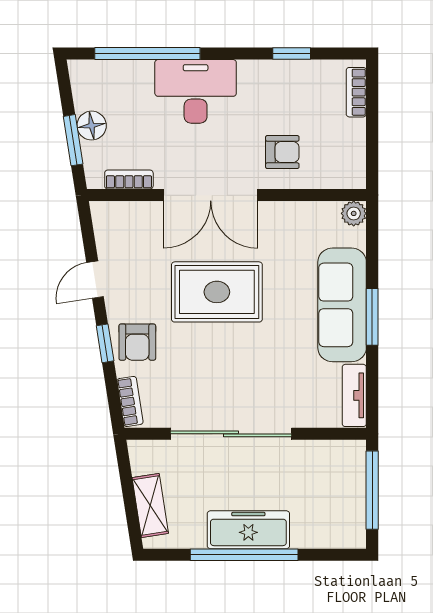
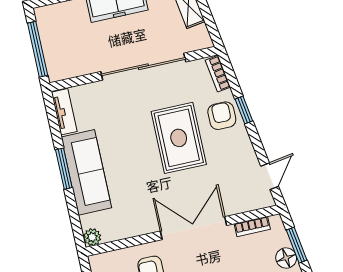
door: (95, 280) -> (270, 176), moved
rug: (217, 292) -> (179, 138), moved, turned 90

